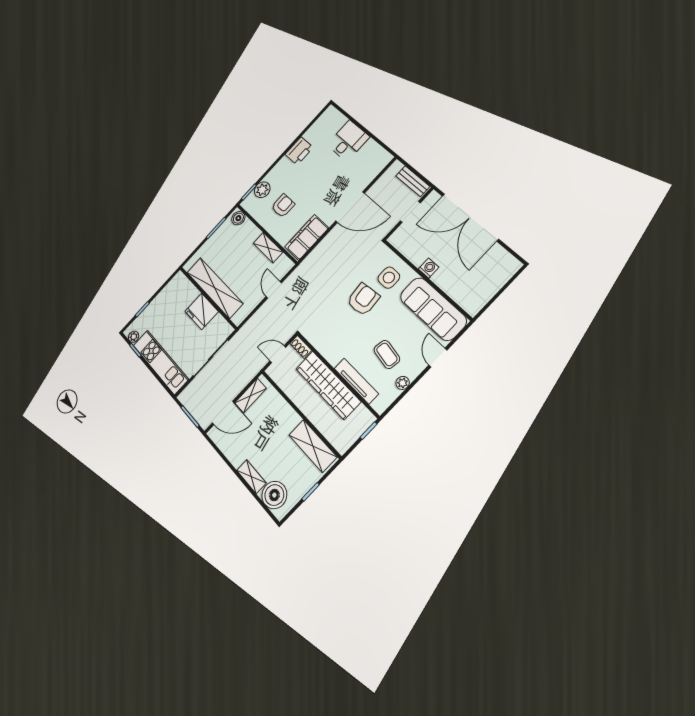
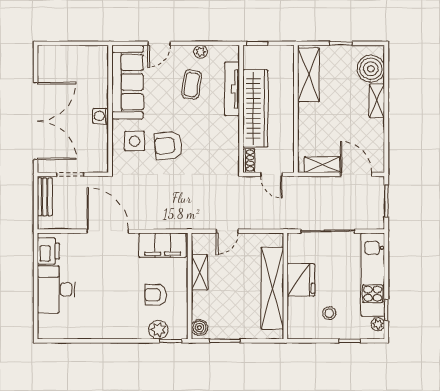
desk: (348, 141) -> (56, 289), width x1.37
printer: (299, 151) -> (48, 251), moved, turned 90
stool: (168, 311) -> (329, 313), added

